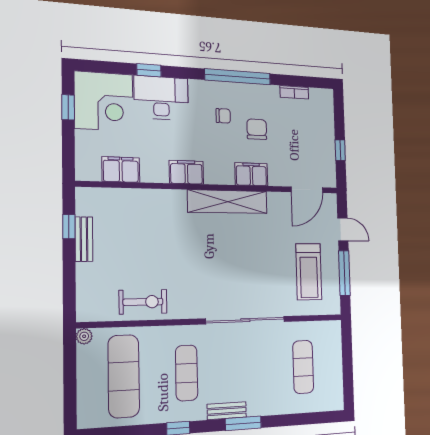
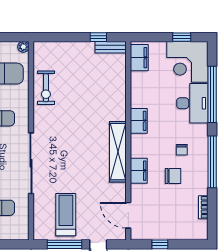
window: (149, 70) -> (212, 94), width x3.17
filing cabinet: (121, 169) -> (139, 58), moved
bench: (84, 239) -> (111, 47), moved
treadmill: (309, 272) -> (66, 215), turned 90

